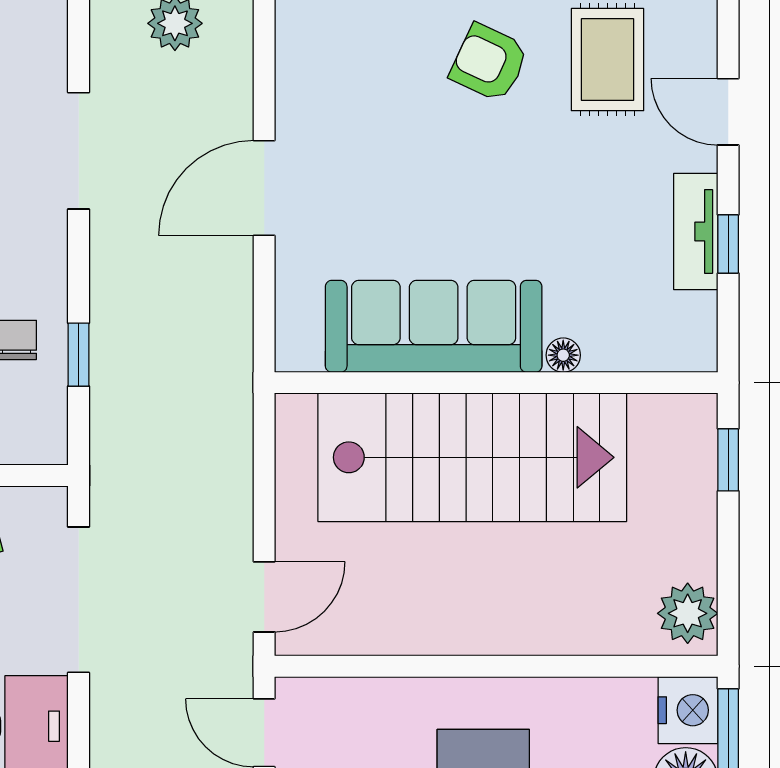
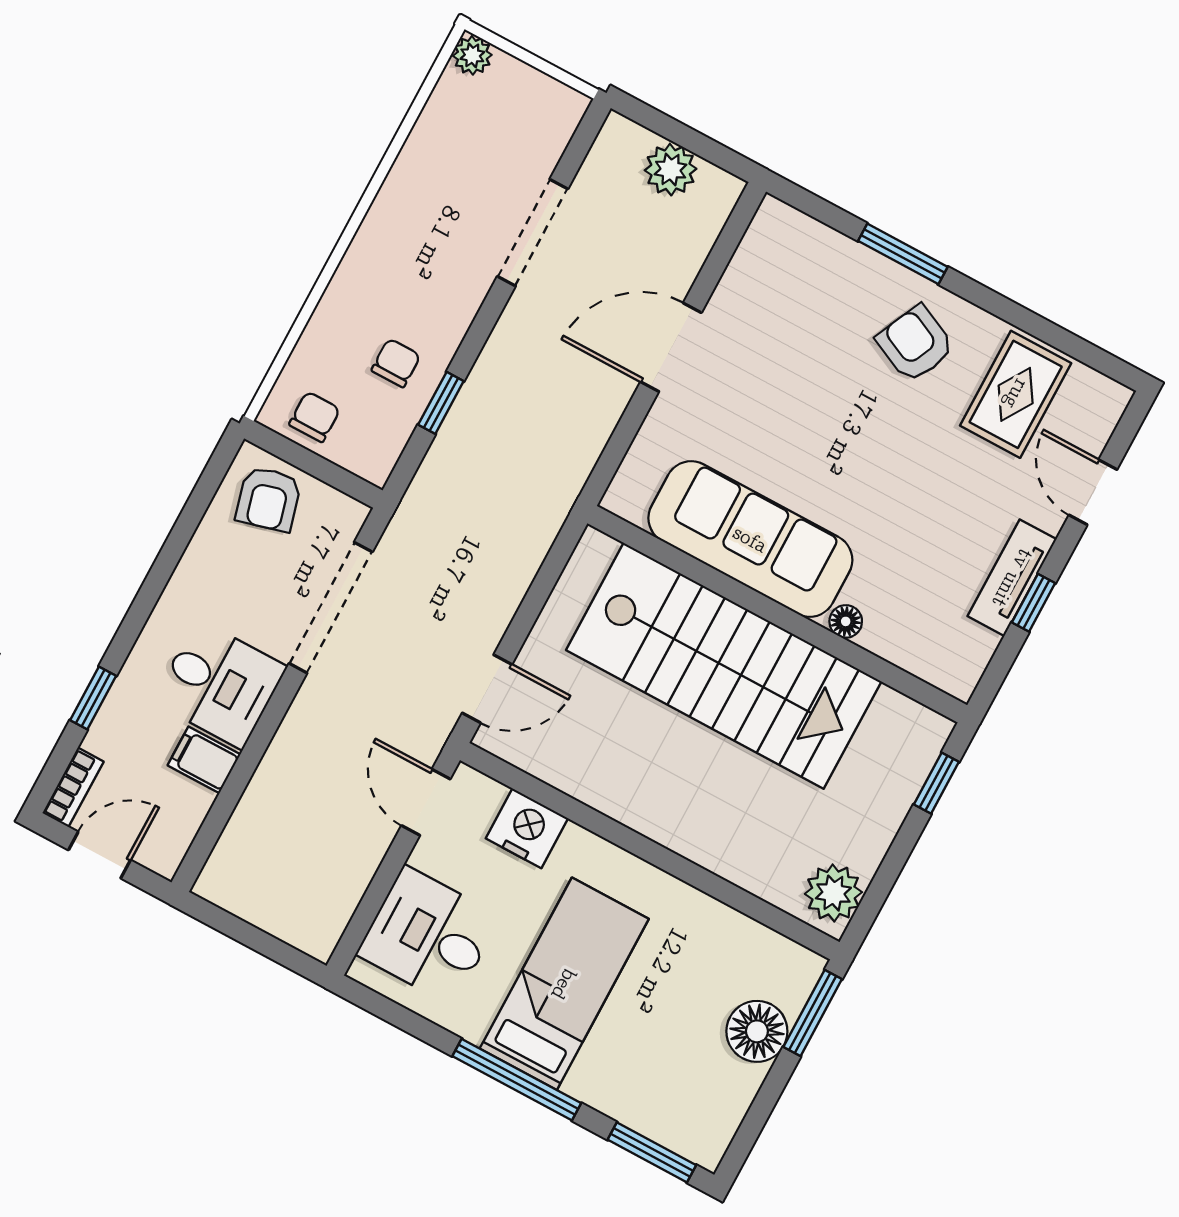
nightstand: (688, 710) -> (527, 828), moved, turned -90

